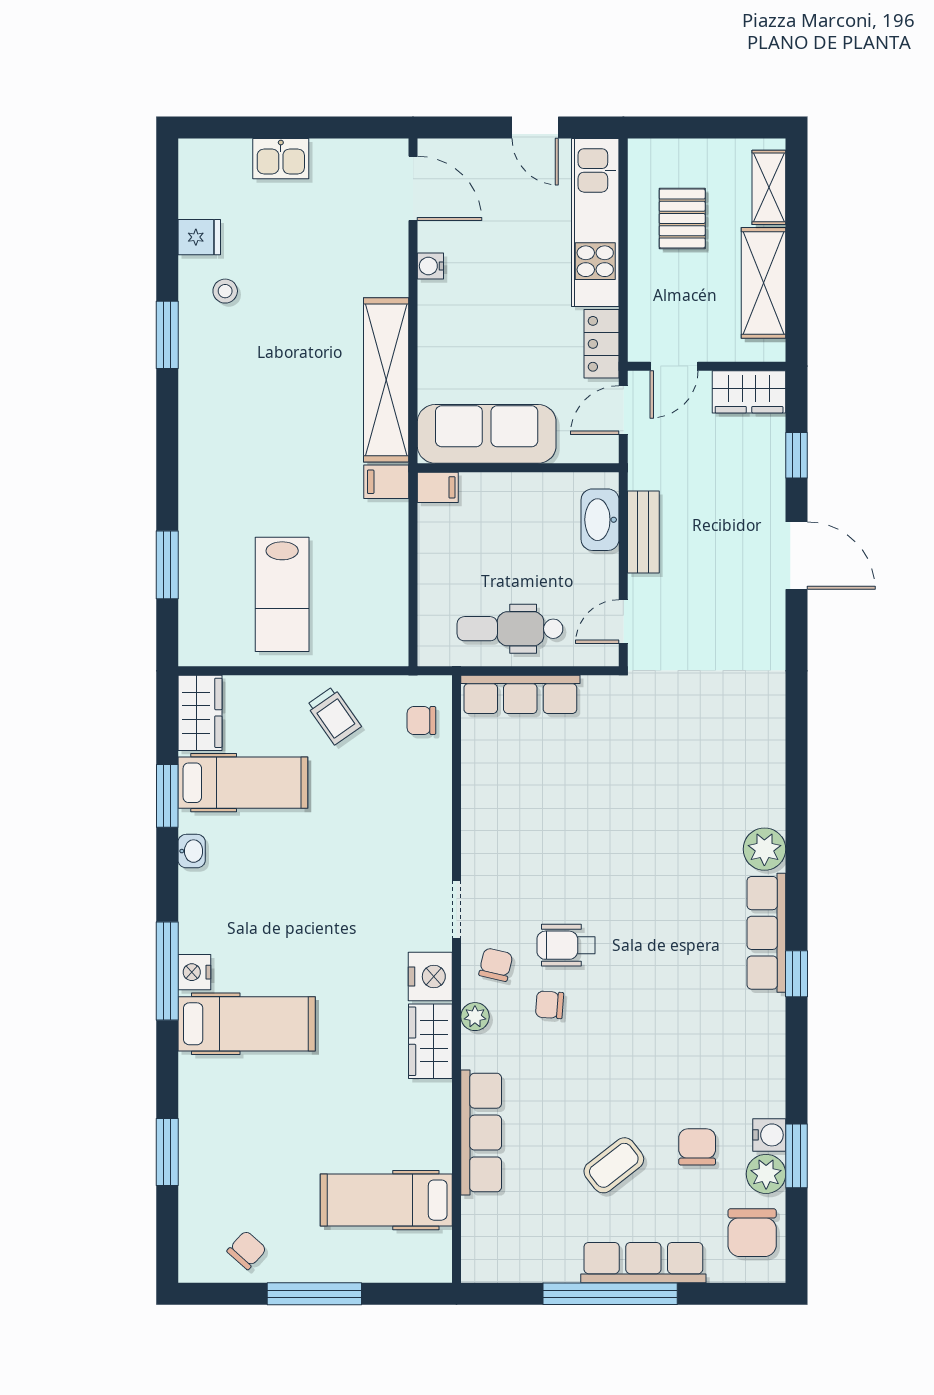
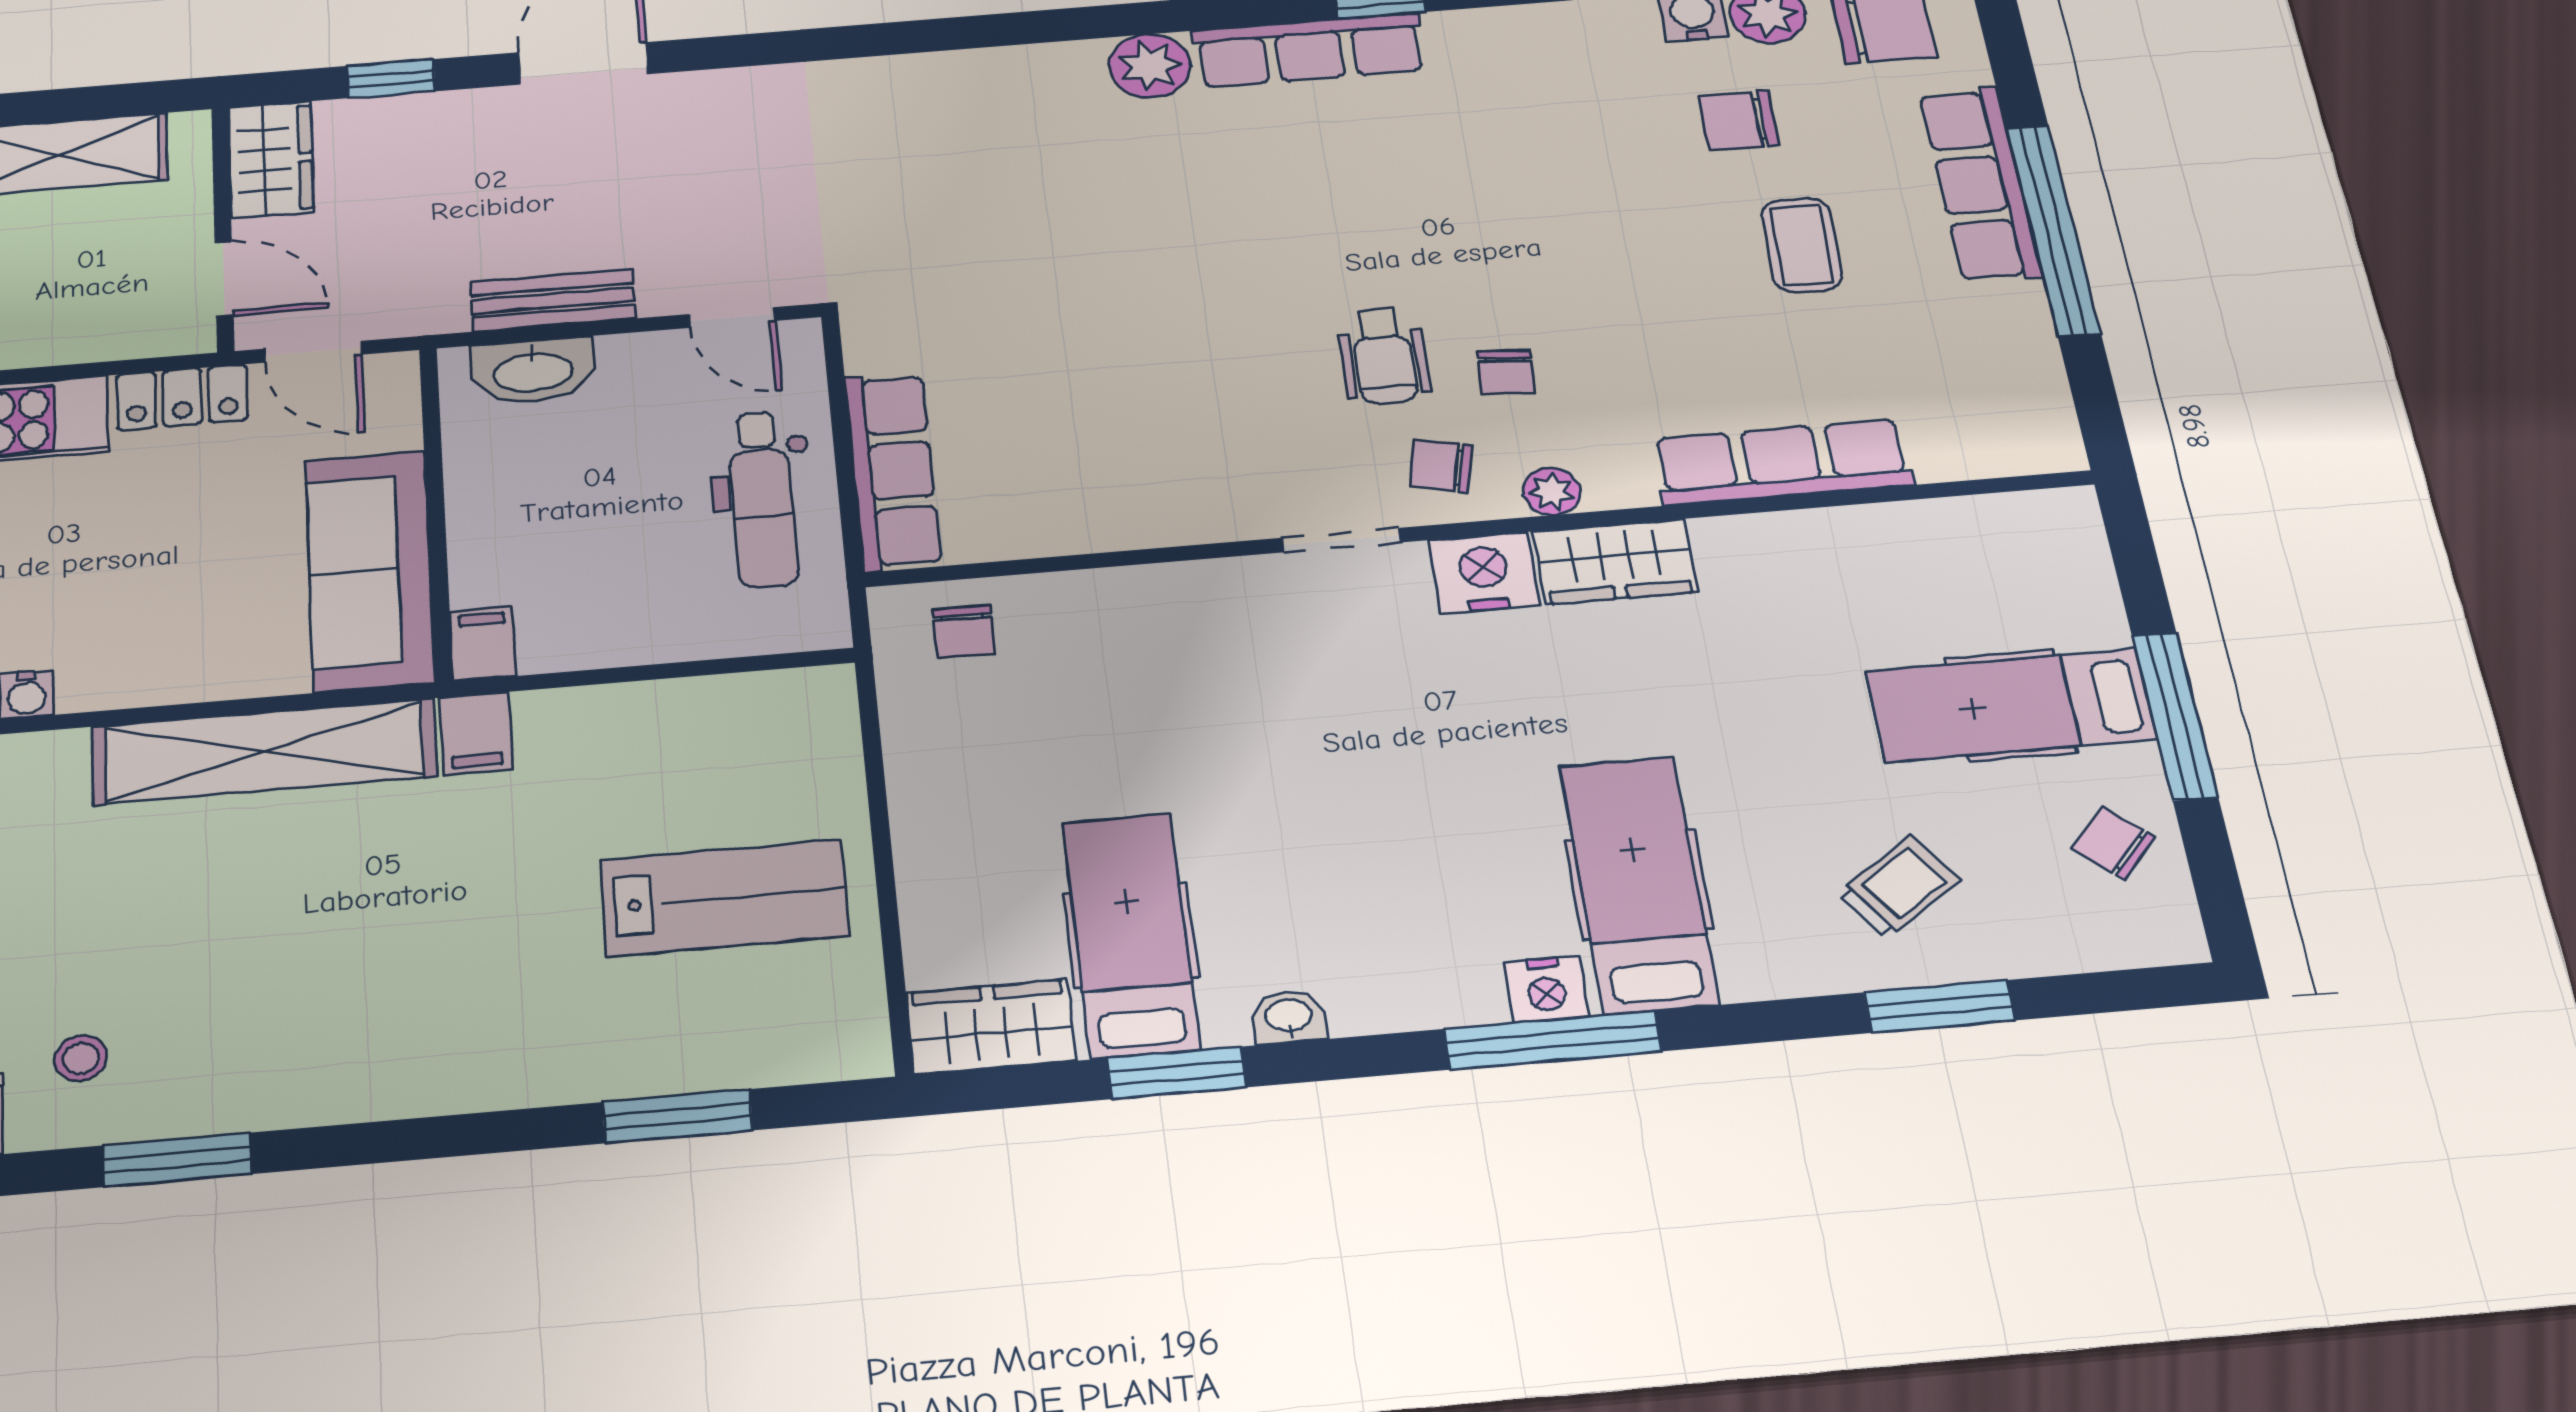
trolley: (334, 716) -> (1899, 887), moved
coffee table: (614, 1165) -> (1802, 245), turned 40
hospital bed: (386, 1200) -> (2011, 705), moved, turned 90

